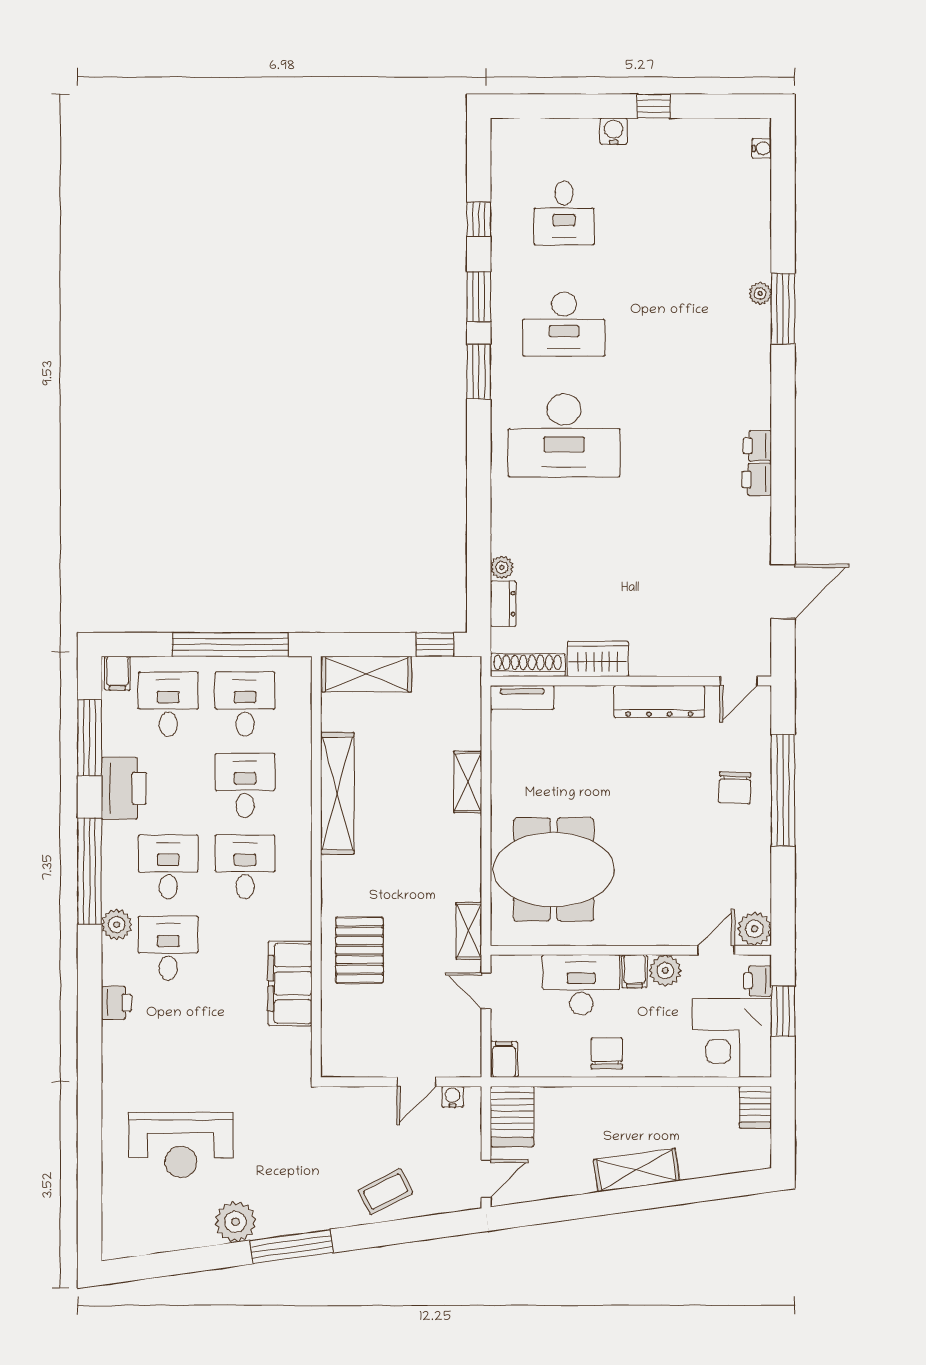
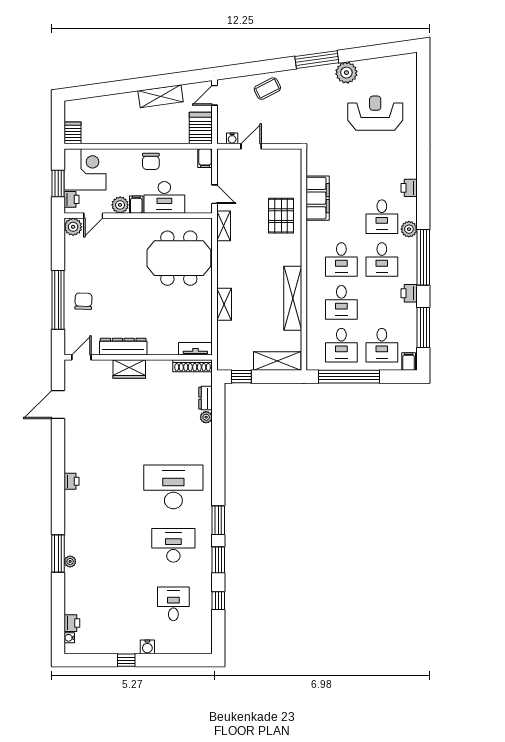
printer: (757, 479) -> (72, 623), moved
wardrobe: (598, 659) -> (129, 369), moved
printer: (124, 788) -> (409, 293), width x0.53, depth x0.68
shelving: (637, 1170) -> (161, 96), moved

